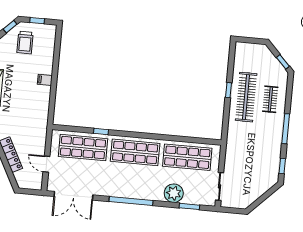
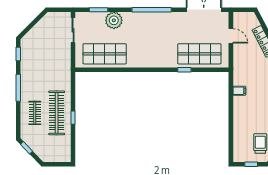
filing cabinet: (45, 80) -> (239, 91), moved
shop shelf: (135, 152) -> (152, 54), removed

